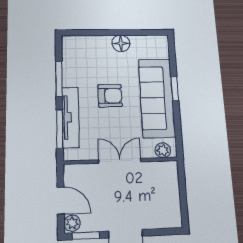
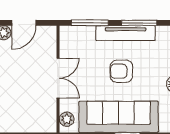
armchair: (110, 96) -> (121, 71), turned 90
tv unit: (70, 117) -> (126, 33), moved

